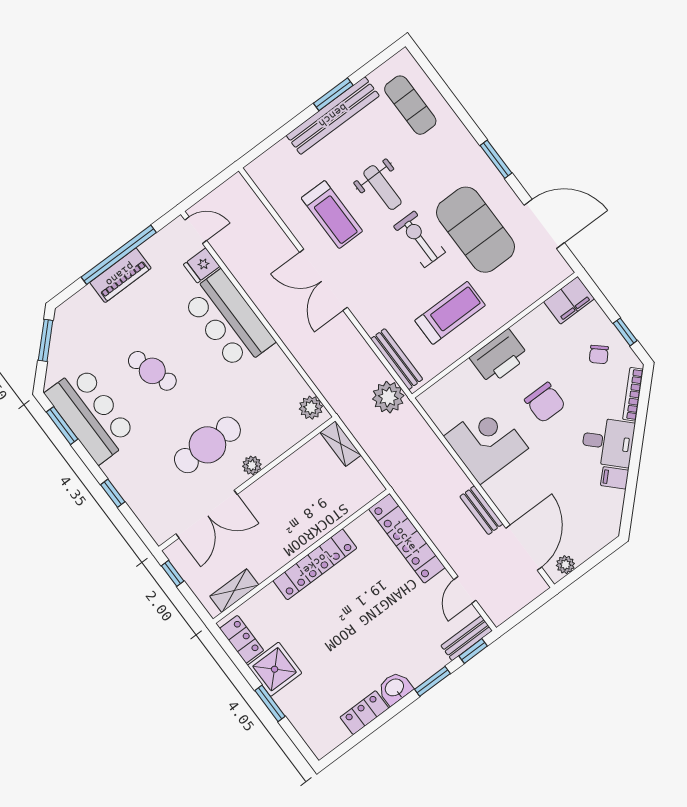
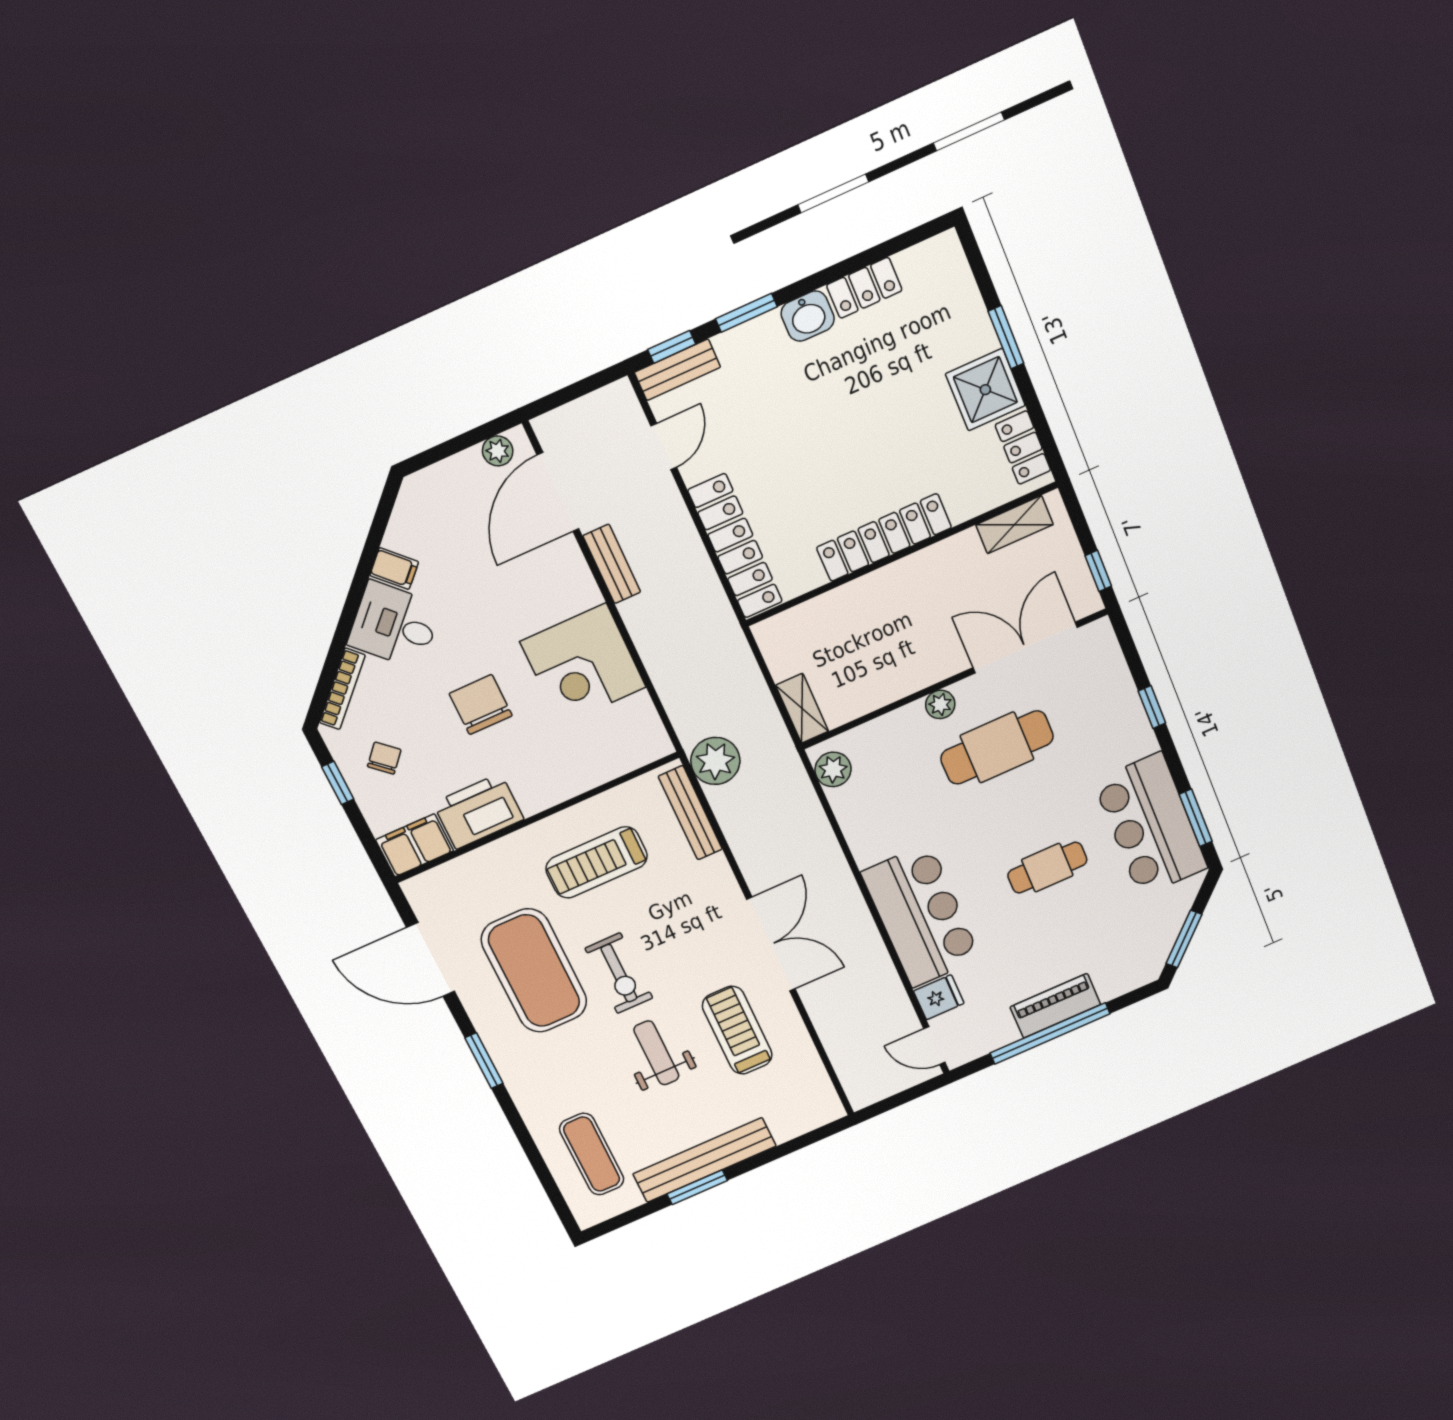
printer: (499, 357) -> (478, 811), moved
cafe table: (152, 371) -> (1047, 868), turned -72

